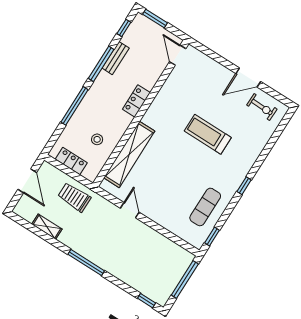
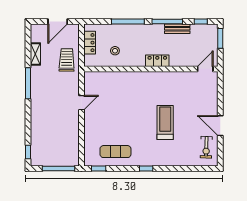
shelving: (129, 154) -> (118, 79), removed
window: (86, 262) -> (28, 83), moved

